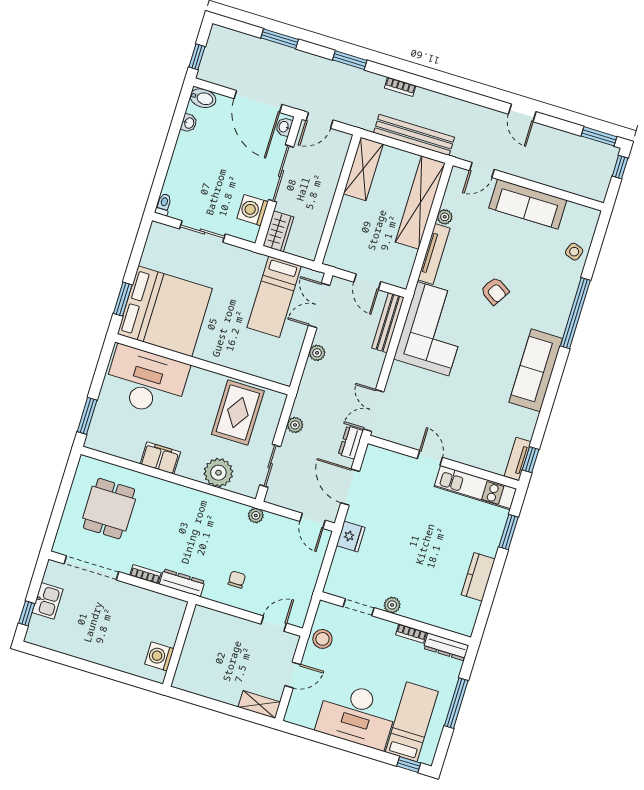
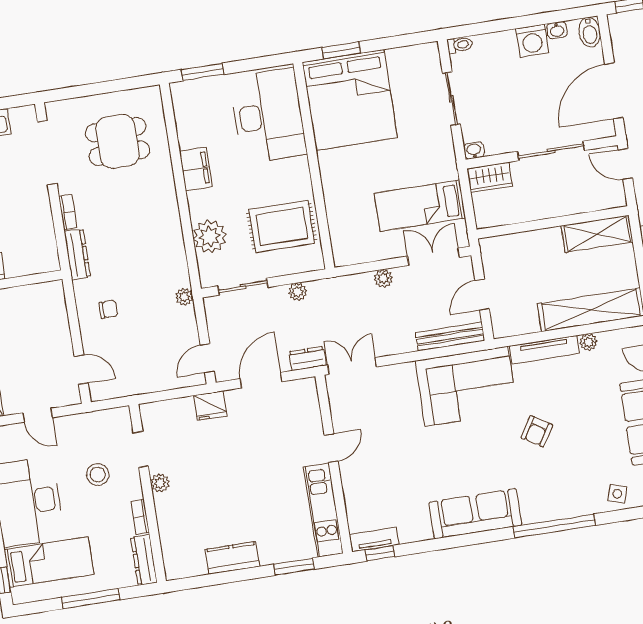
washbasin: (284, 127) -> (474, 150), moved
washing machine: (253, 210) -> (532, 41), moved, turned 180
stool: (322, 639) -> (98, 474), moved

